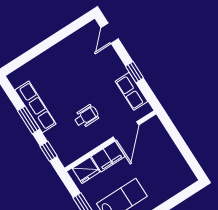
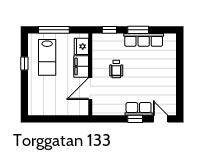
window: (135, 72) -> (135, 119), moved
row of seats: (132, 91) -> (139, 109), moved
door: (126, 131) -> (90, 89), hinge flipped

